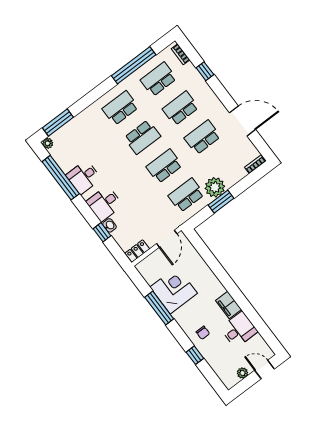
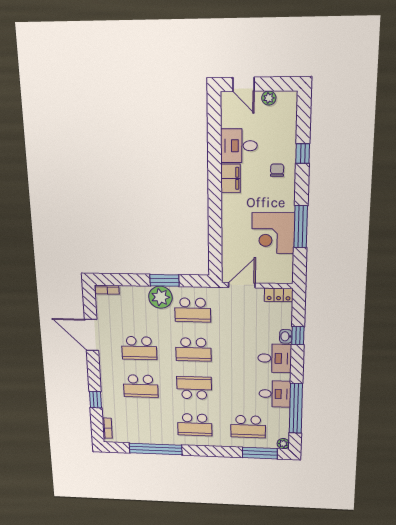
school desk: (159, 79) -> (248, 427), moved

